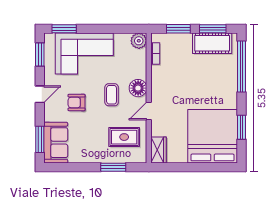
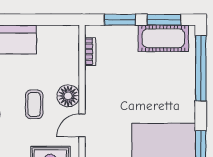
plant: (139, 41) -> (69, 35), removed

